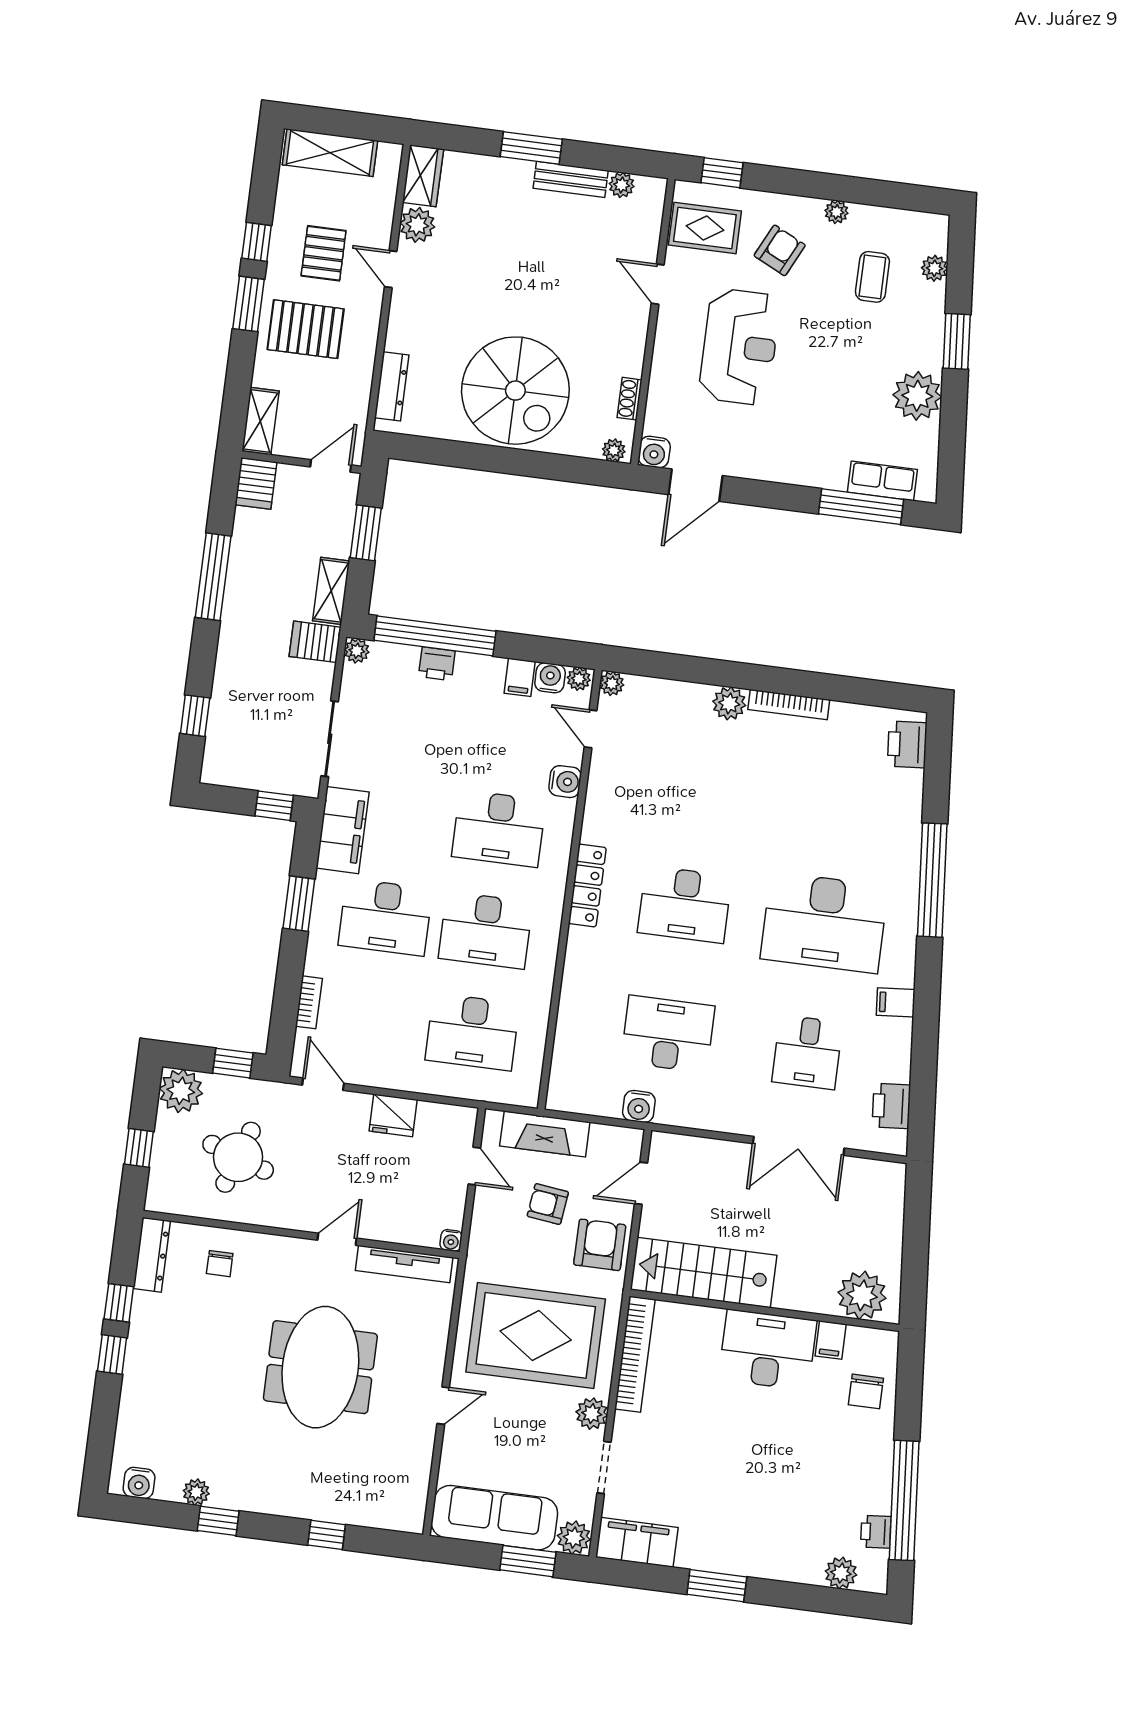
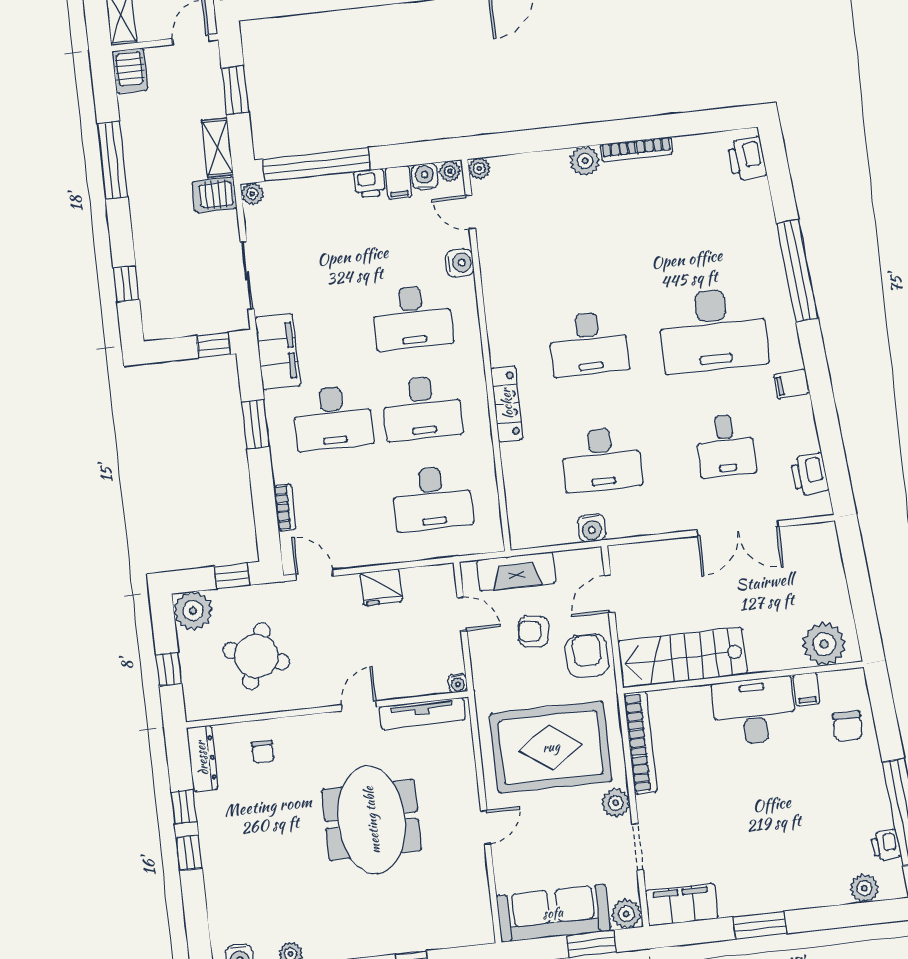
printer: (437, 664) -> (369, 183), moved
locker: (587, 885) -> (507, 404), moved
desk: (668, 1034) -> (601, 459), turned 180

